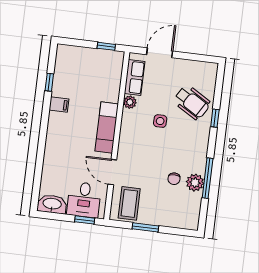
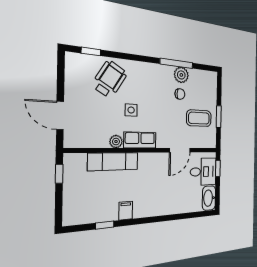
row of seats: (135, 77) -> (140, 140), moved
window: (215, 118) -> (91, 51), moved
exam couch: (107, 127) -> (113, 161), moved
coffee table: (129, 203) -> (199, 118), moved

